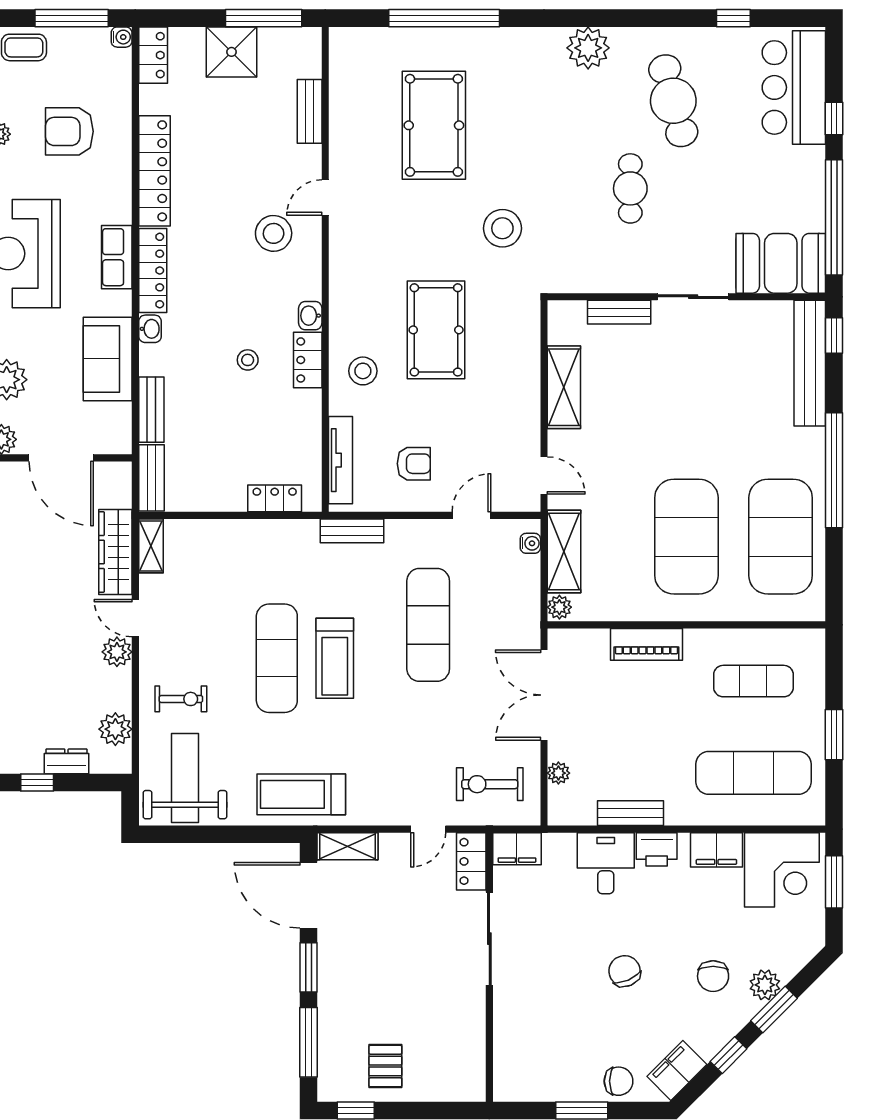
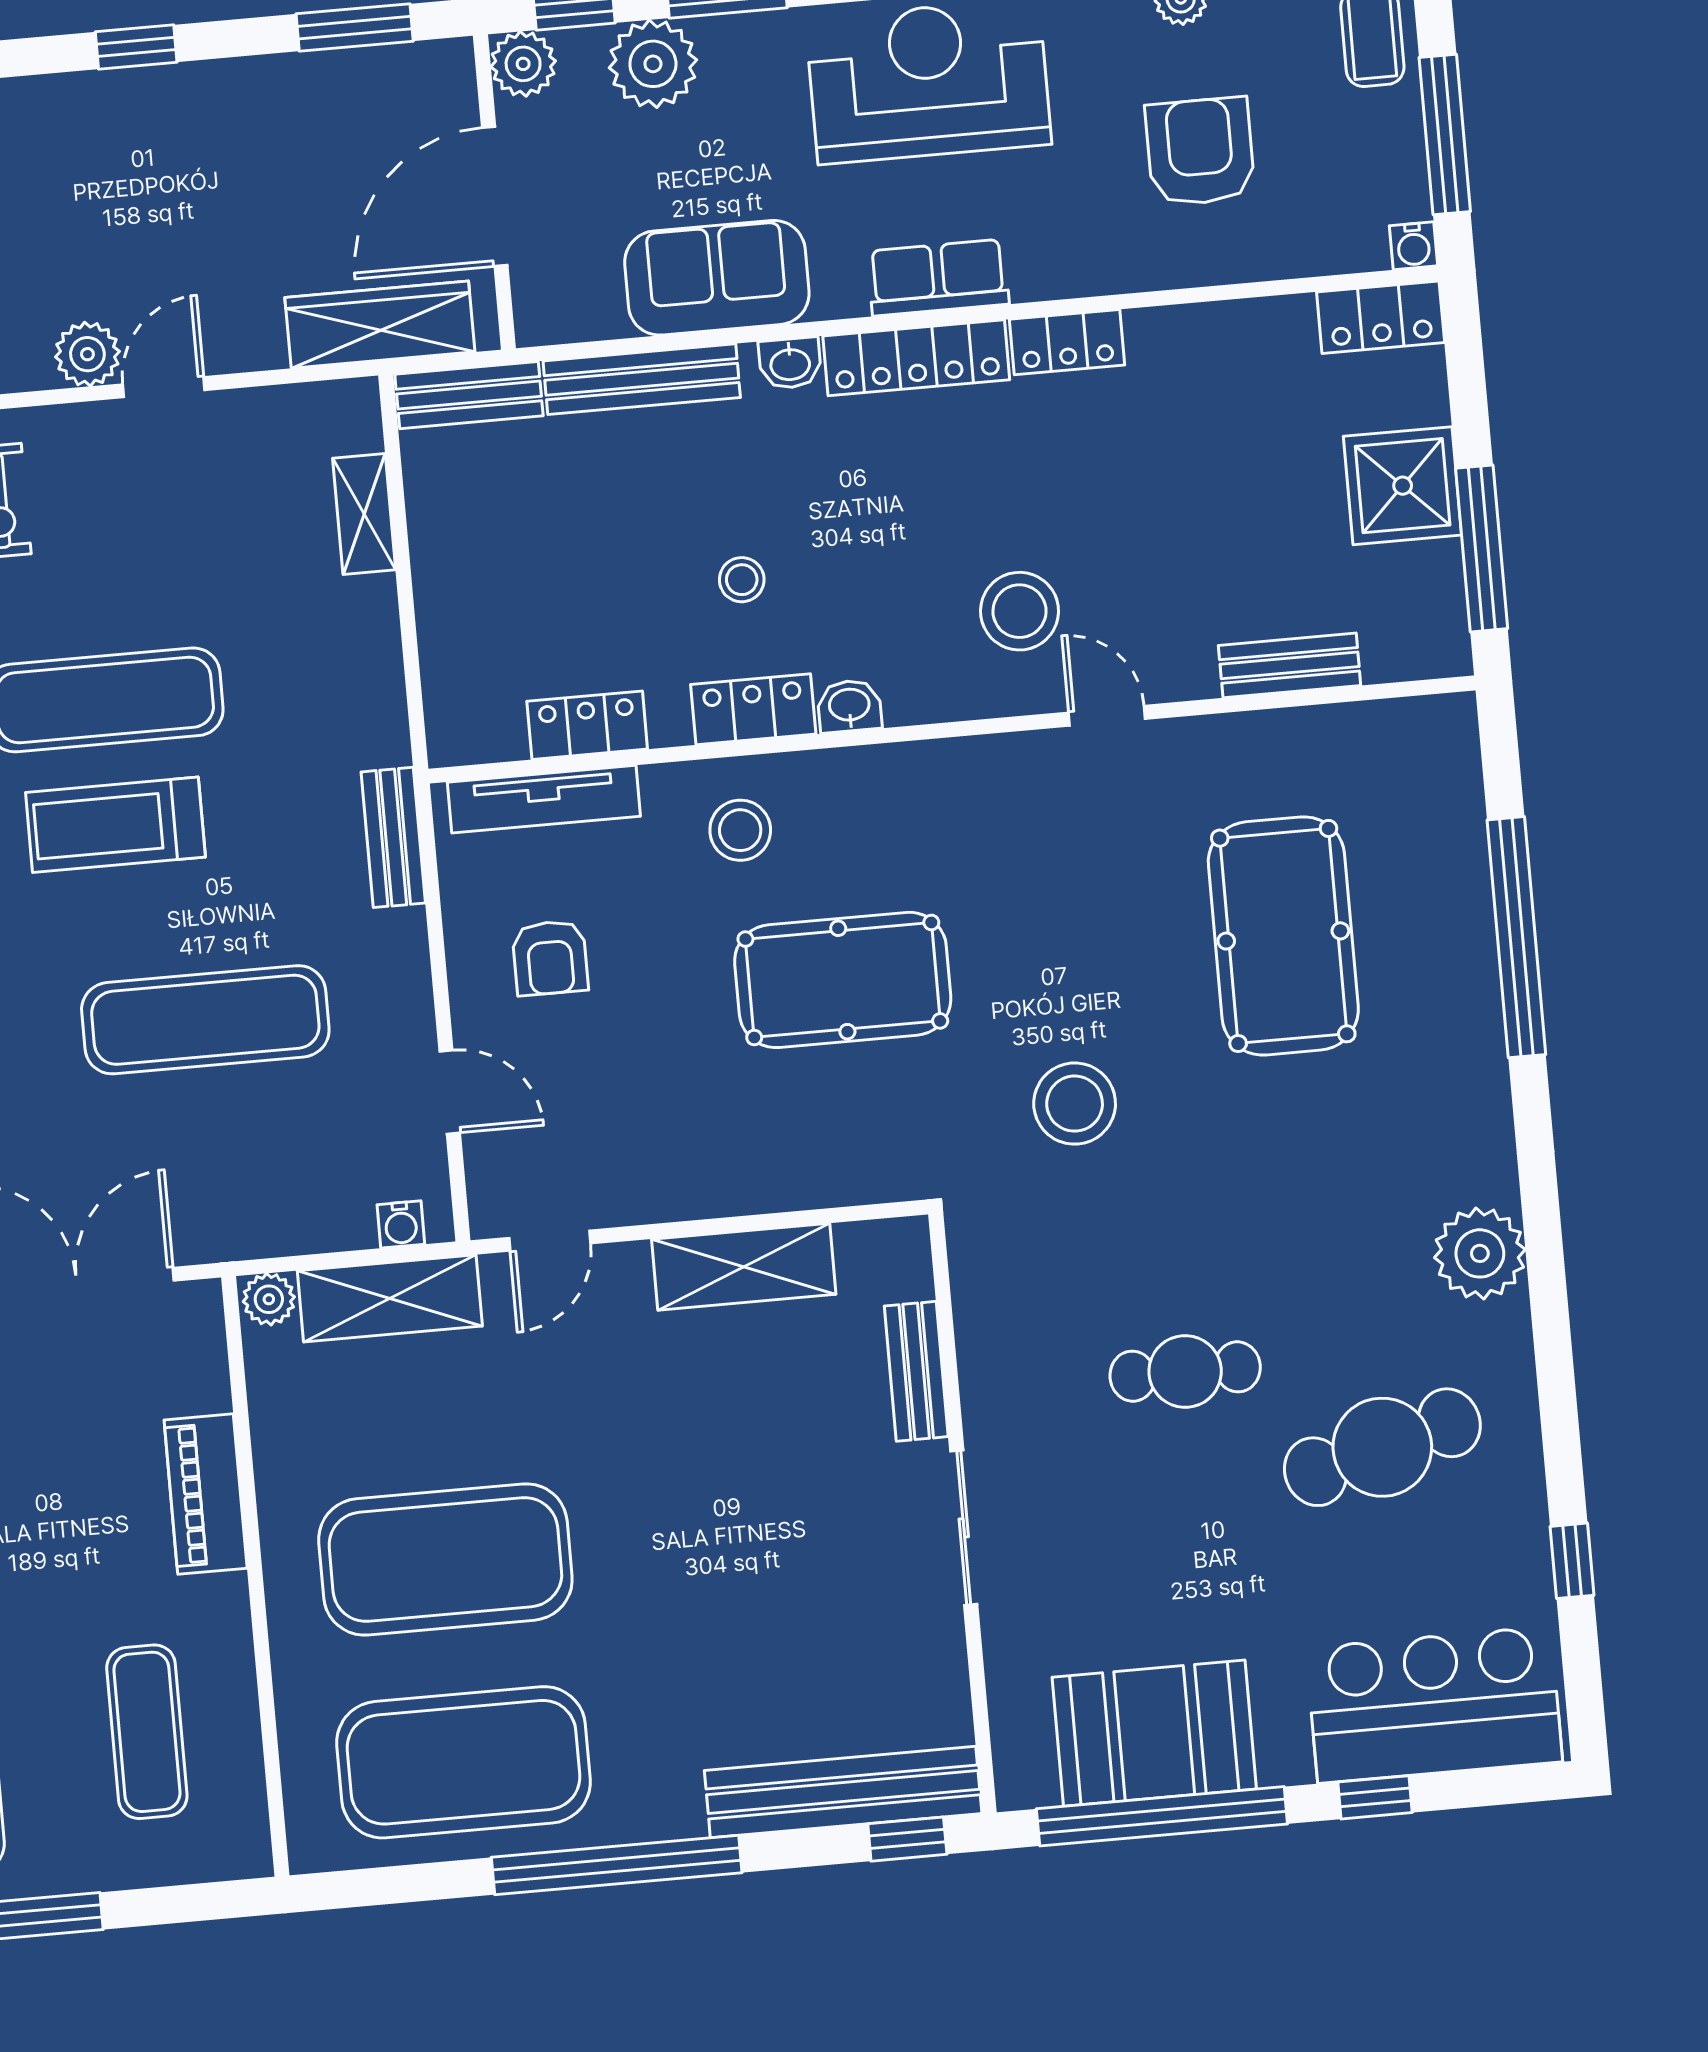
pool table: (434, 125) -> (1283, 936), turned 90
locker: (154, 171) -> (1067, 342), width x0.46, depth x0.83
booth: (781, 263) -> (1154, 1733), moved, turned 90
bench: (151, 410) -> (642, 379), width x1.36
locker: (275, 498) -> (587, 725), moved, turned -90
shelving: (151, 546) -> (364, 514), moved, turned 90
wardrobe: (115, 552) -> (380, 325), moved

